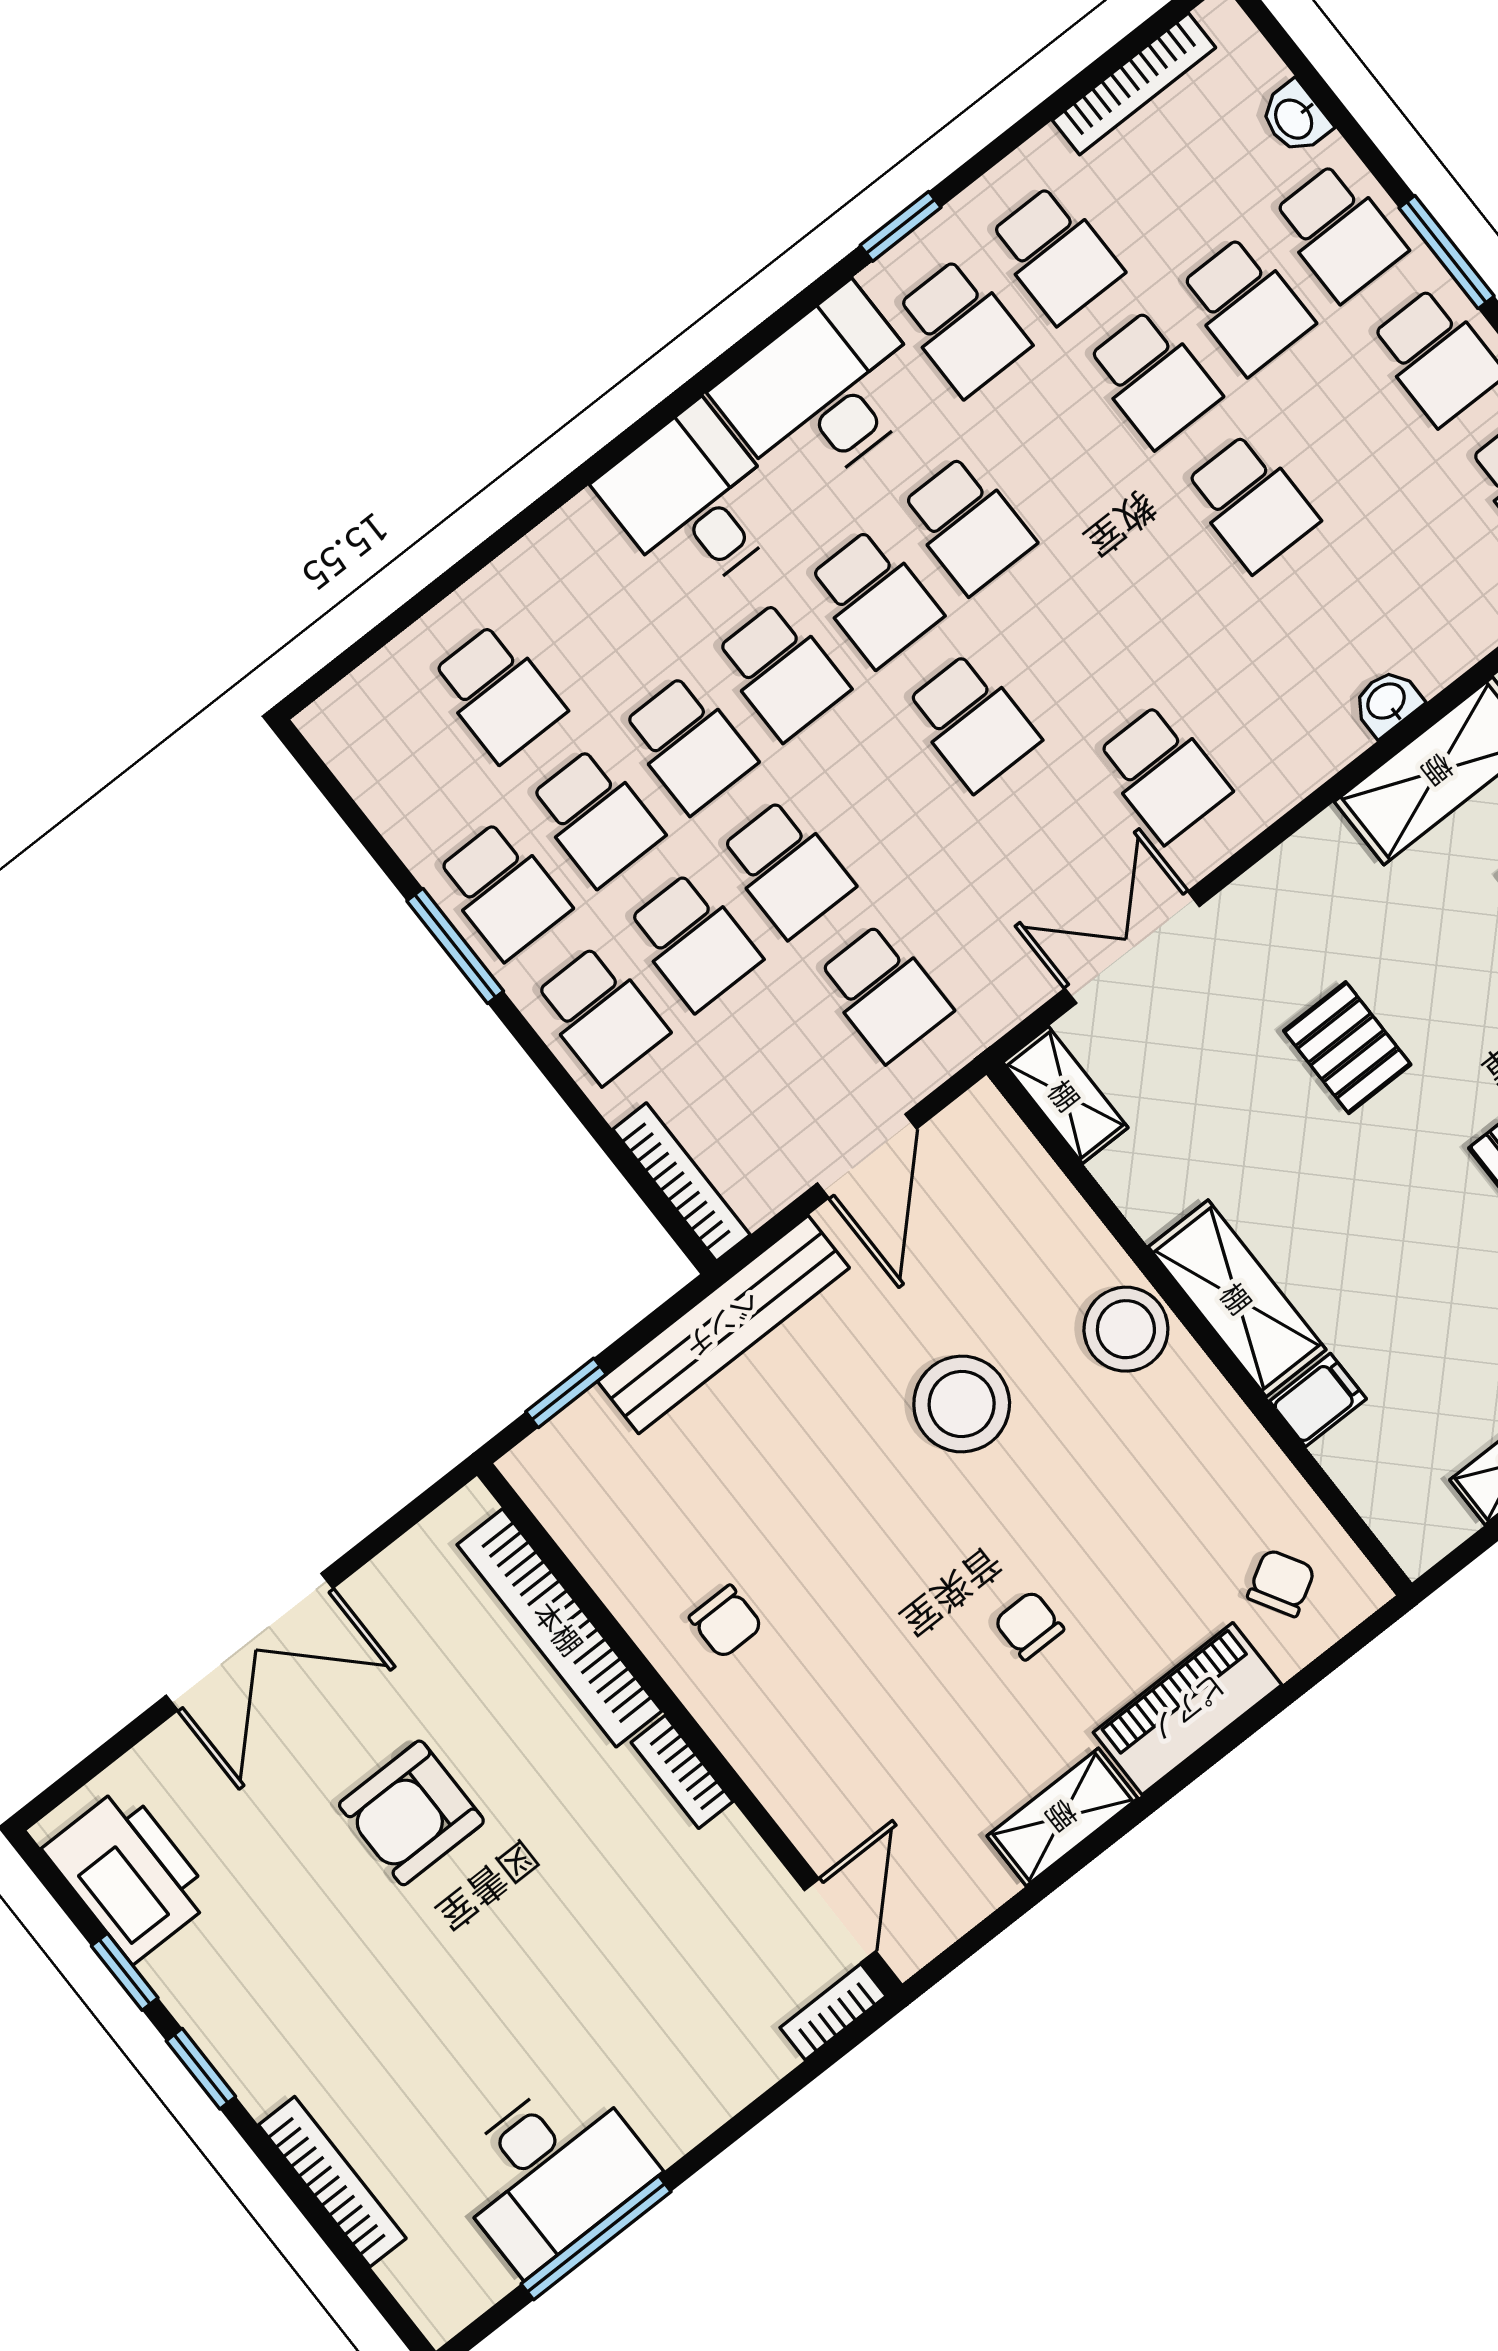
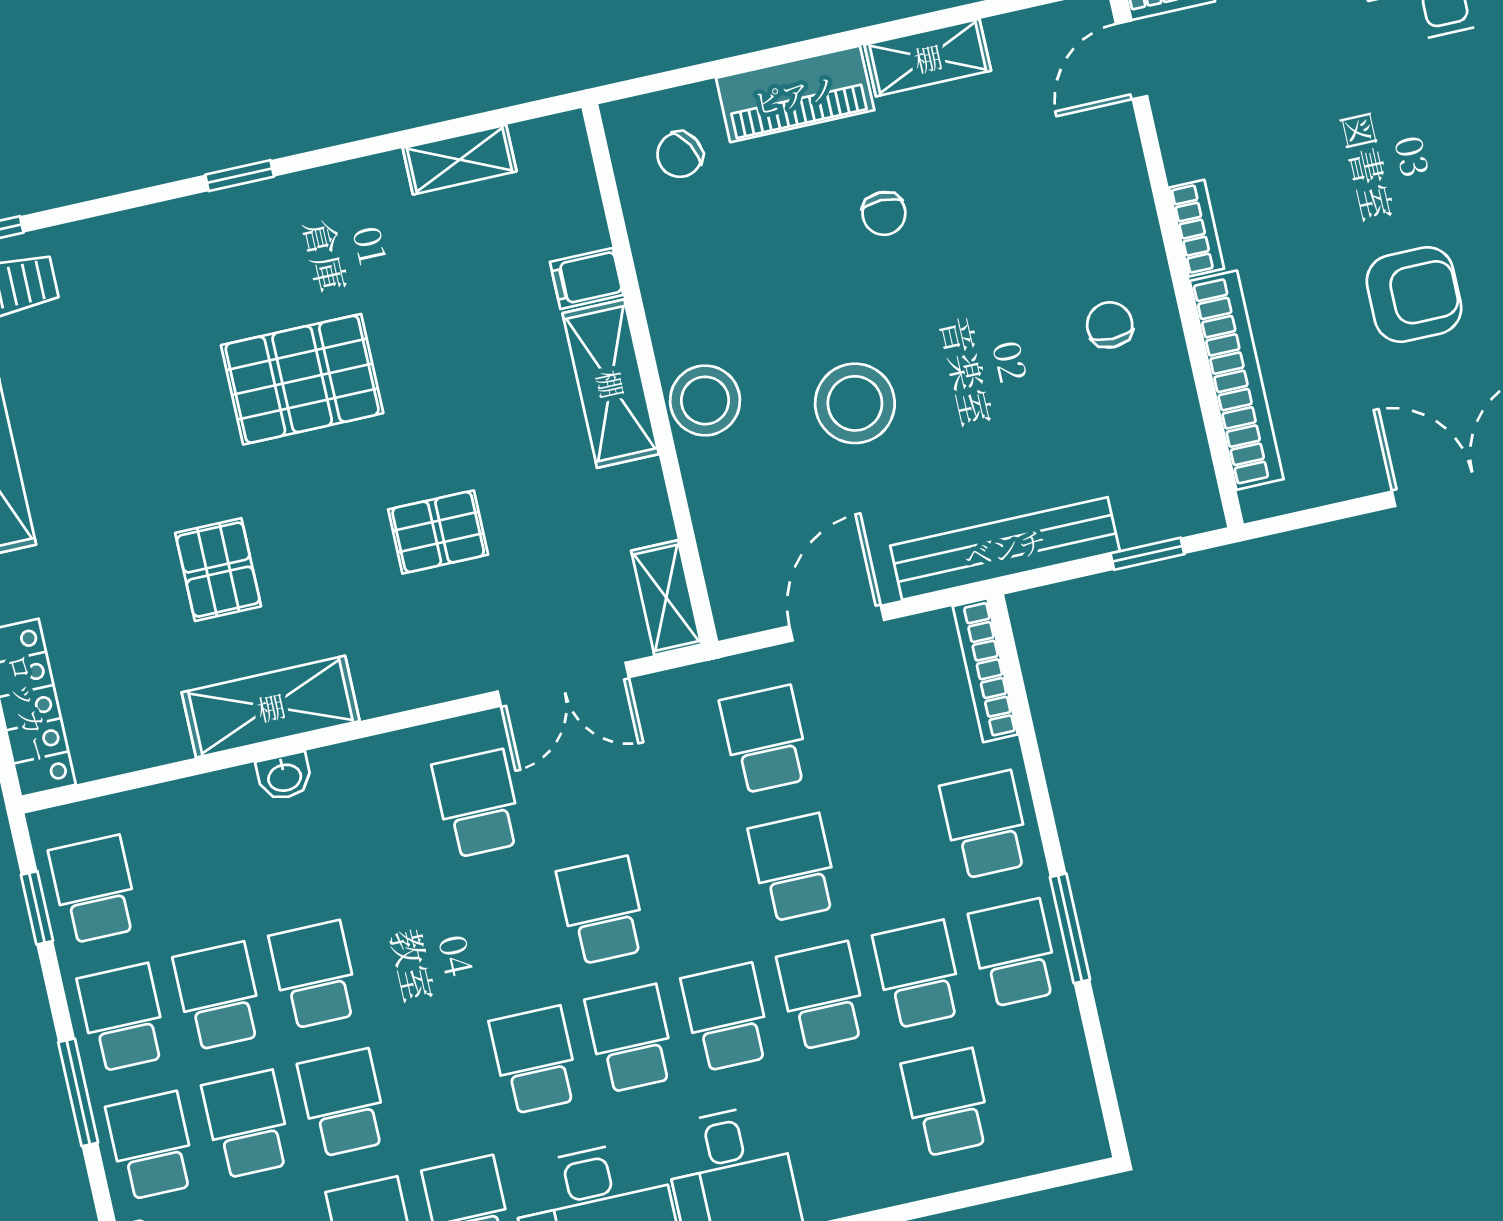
school desk: (694, 941) -> (219, 996), moved
pallet: (1347, 1048) -> (438, 532), turned 90

